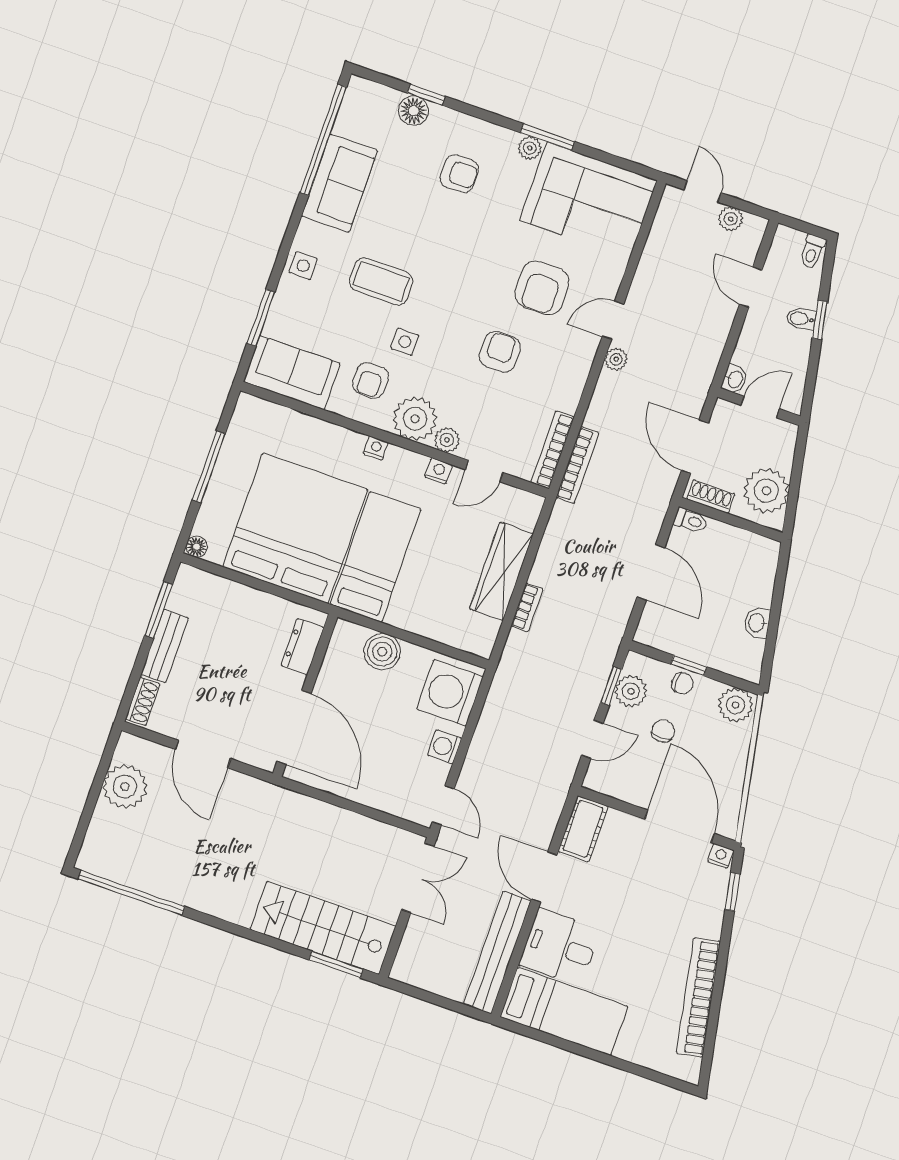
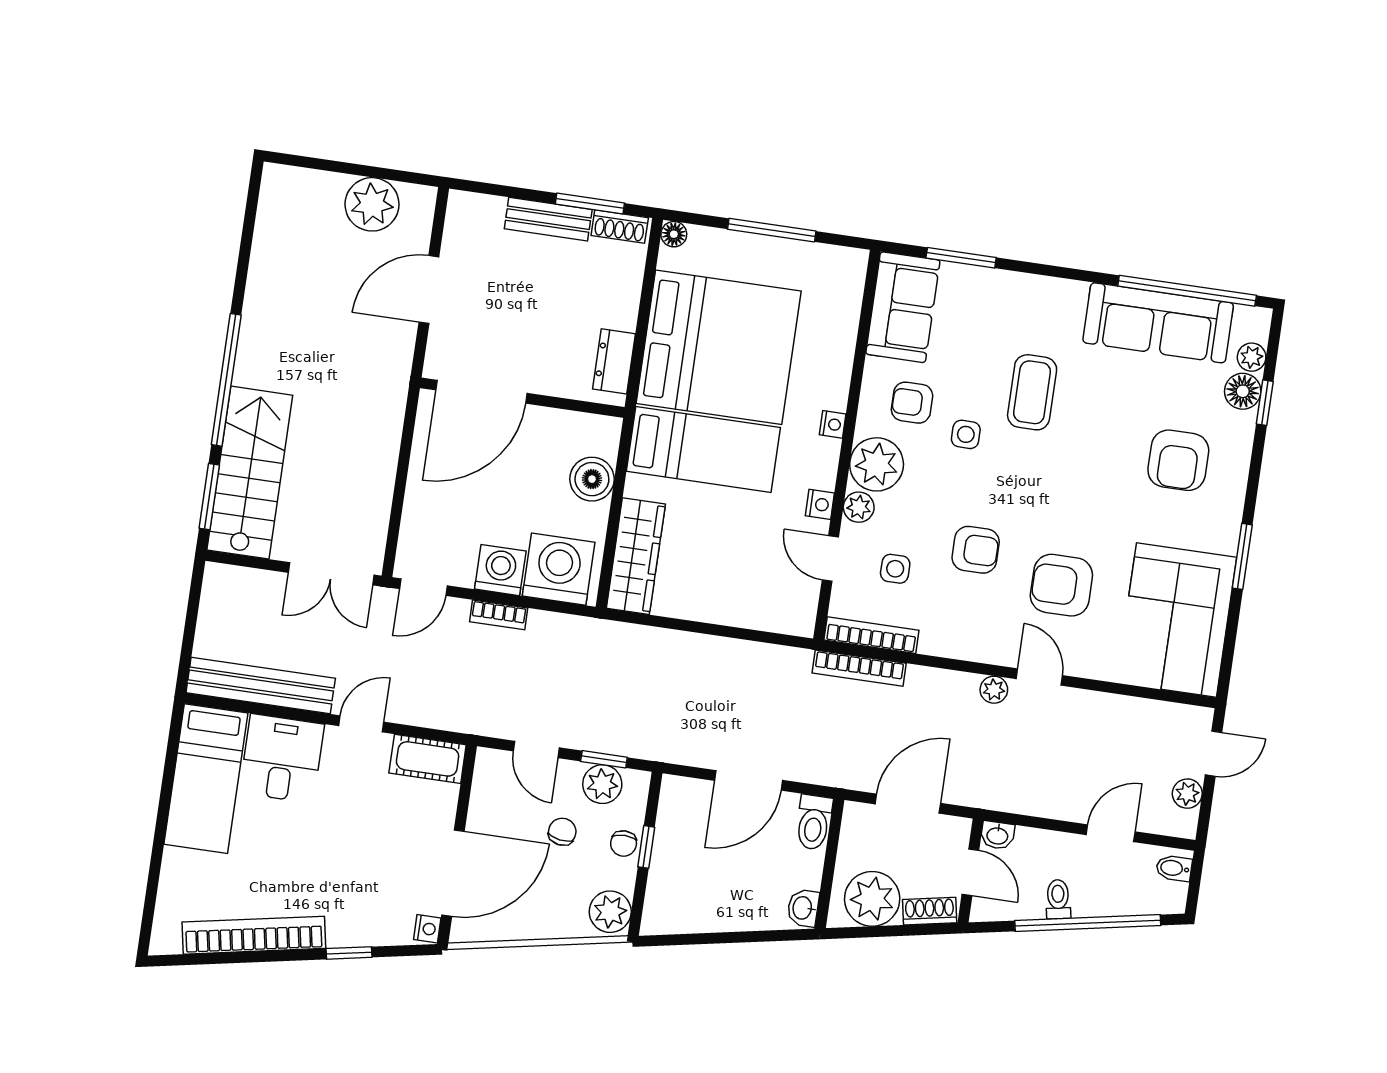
plant: (530, 148) -> (1252, 357), moved
armchair: (459, 174) -> (1178, 460), width x1.38, depth x1.38
sofa: (339, 183) -> (1158, 323), width x1.36
toilet: (812, 252) -> (1058, 899), moved, turned 79
side table: (303, 266) -> (895, 569), moved
bidet: (801, 319) -> (1174, 868), moved, turned -79
window: (820, 320) -> (1088, 923), width x3.17
shoe rack: (711, 497) -> (930, 911), moved, turned -101
toilet: (691, 521) -> (814, 822), width x1.37, depth x1.39
wardrobe: (501, 571) -> (636, 556), moved, turned 90
bookcase: (527, 607) -> (499, 615), moved
washbasin: (757, 623) -> (803, 908), moved, turned -79
dresser: (303, 647) -> (614, 361), moved, turned -90
shoe rack: (143, 701) -> (620, 227), moved
chair: (663, 731) -> (562, 832), turned -81
washing machine: (445, 747) -> (500, 570), width x1.38, depth x1.38
door: (544, 877) -> (361, 724), width x0.73
window: (733, 892) -> (349, 953), moved
window: (131, 893) -> (226, 380), moved

